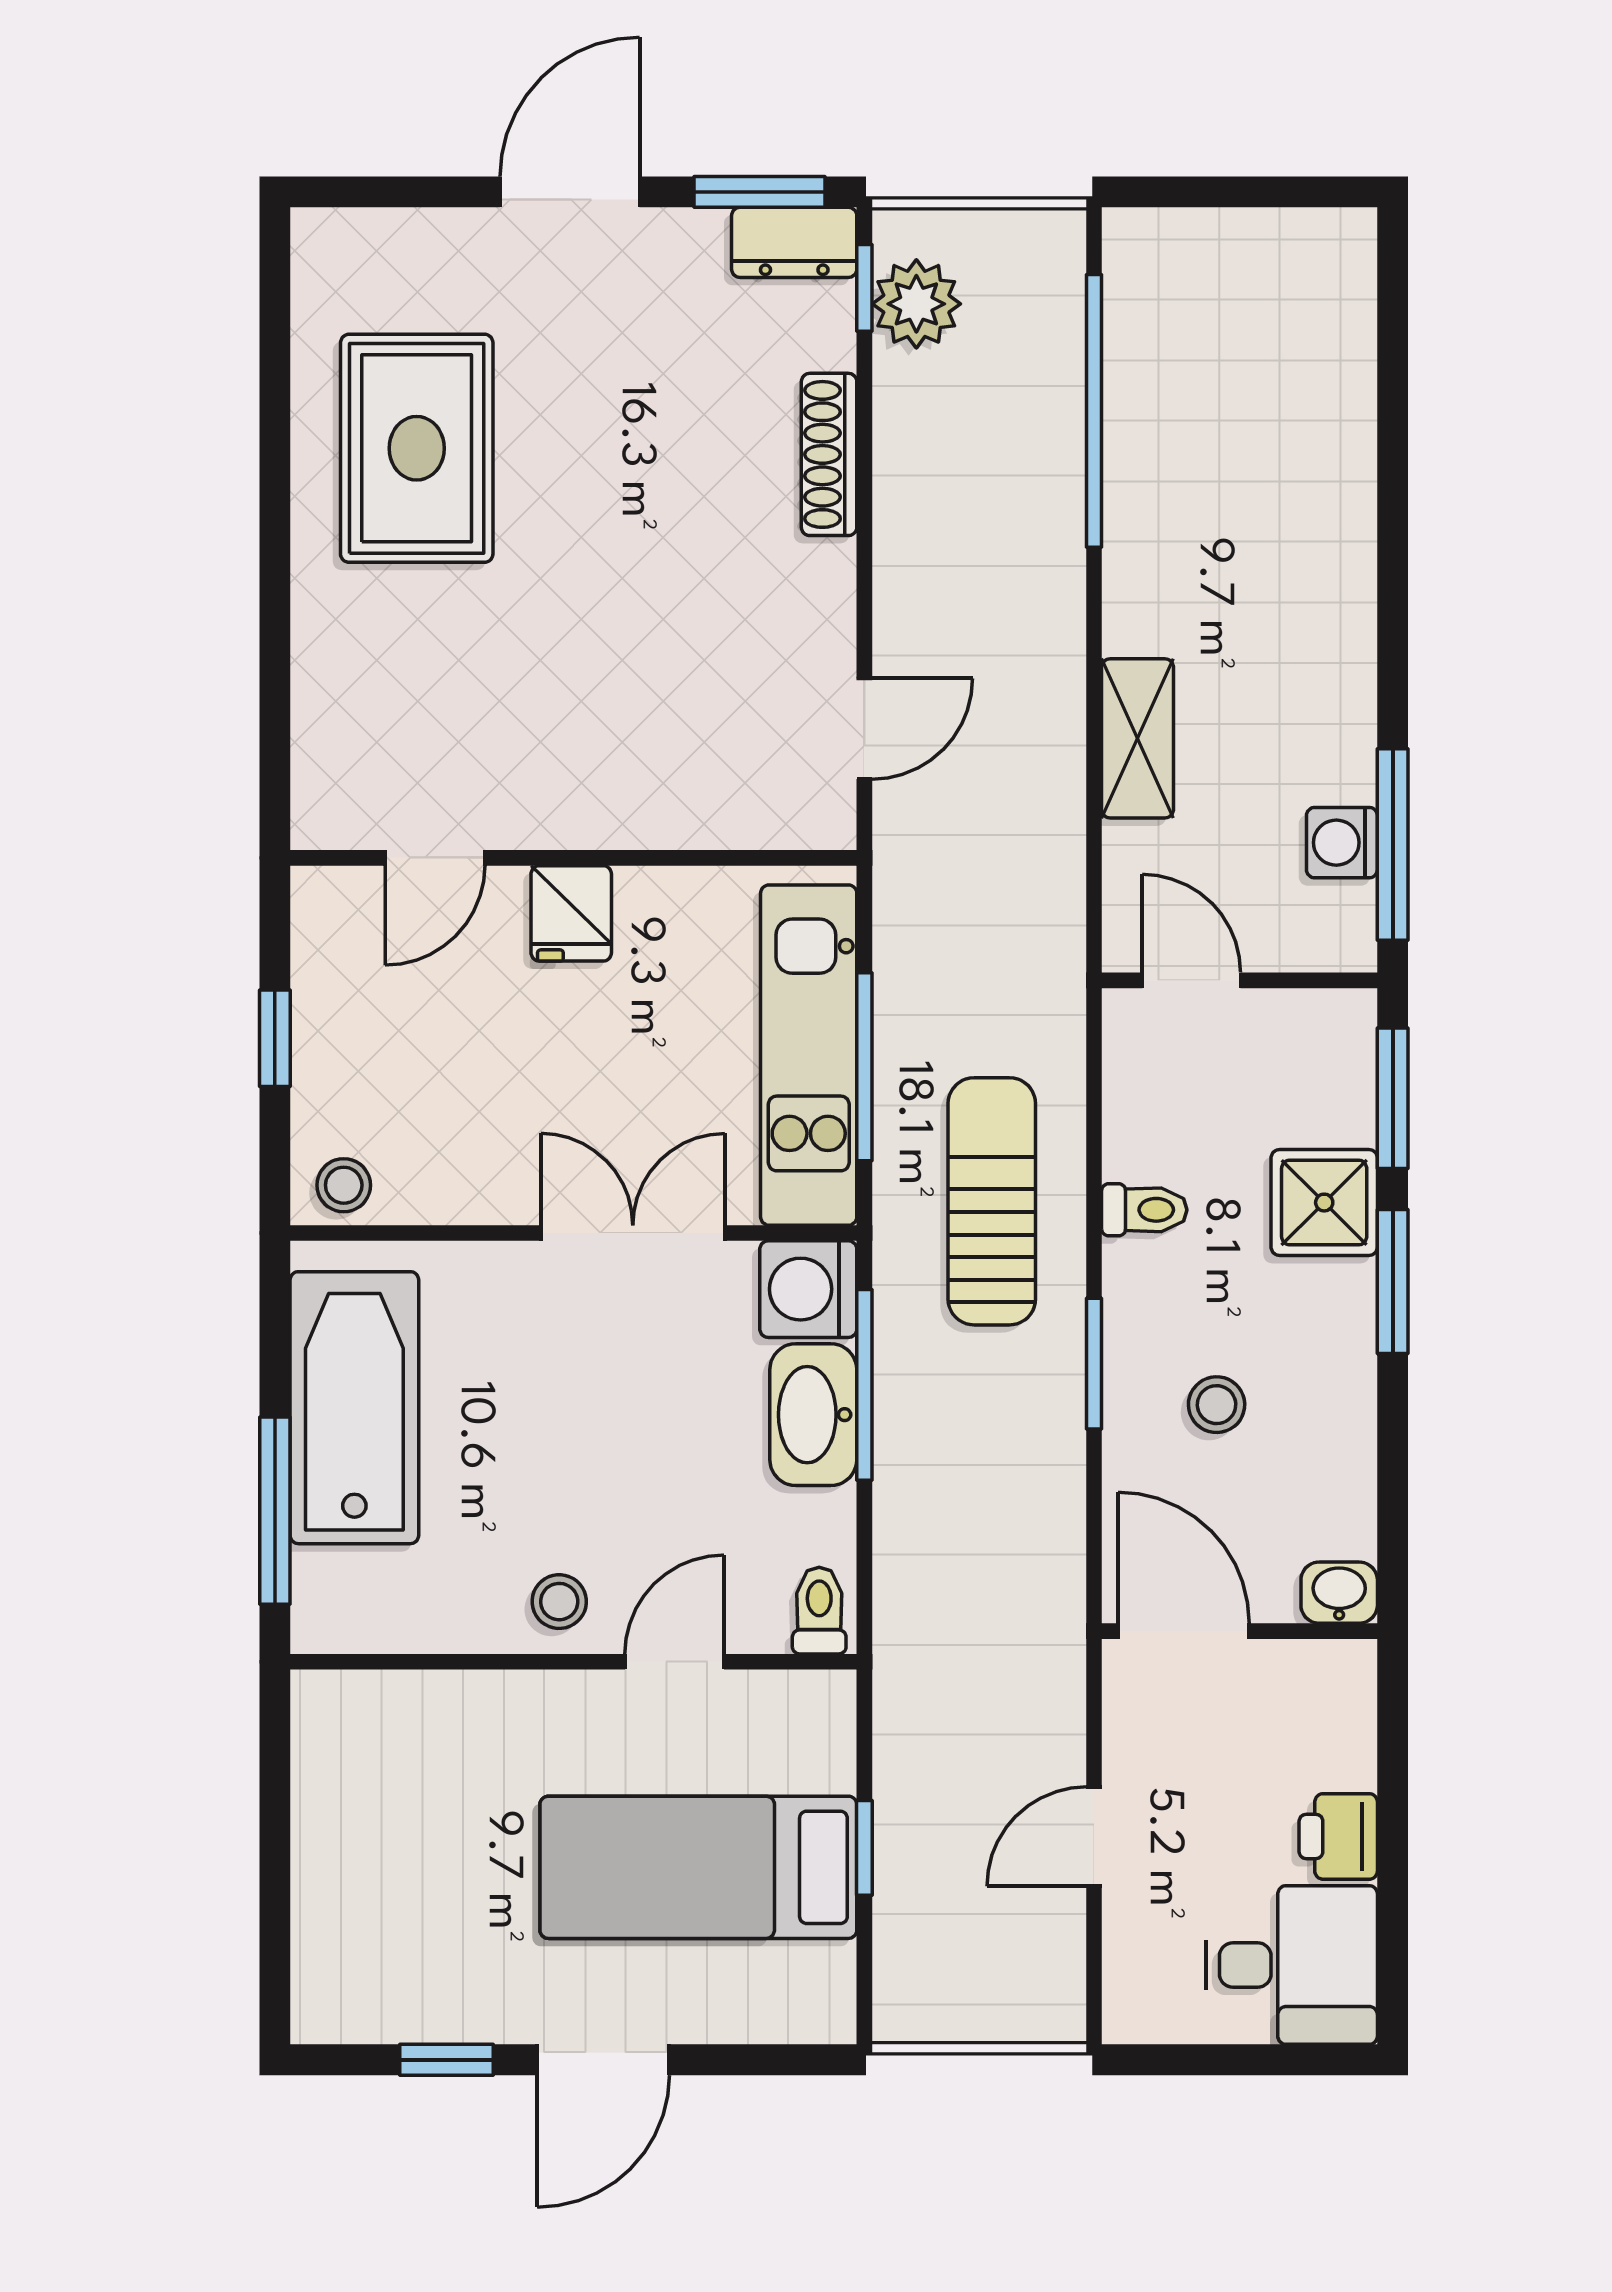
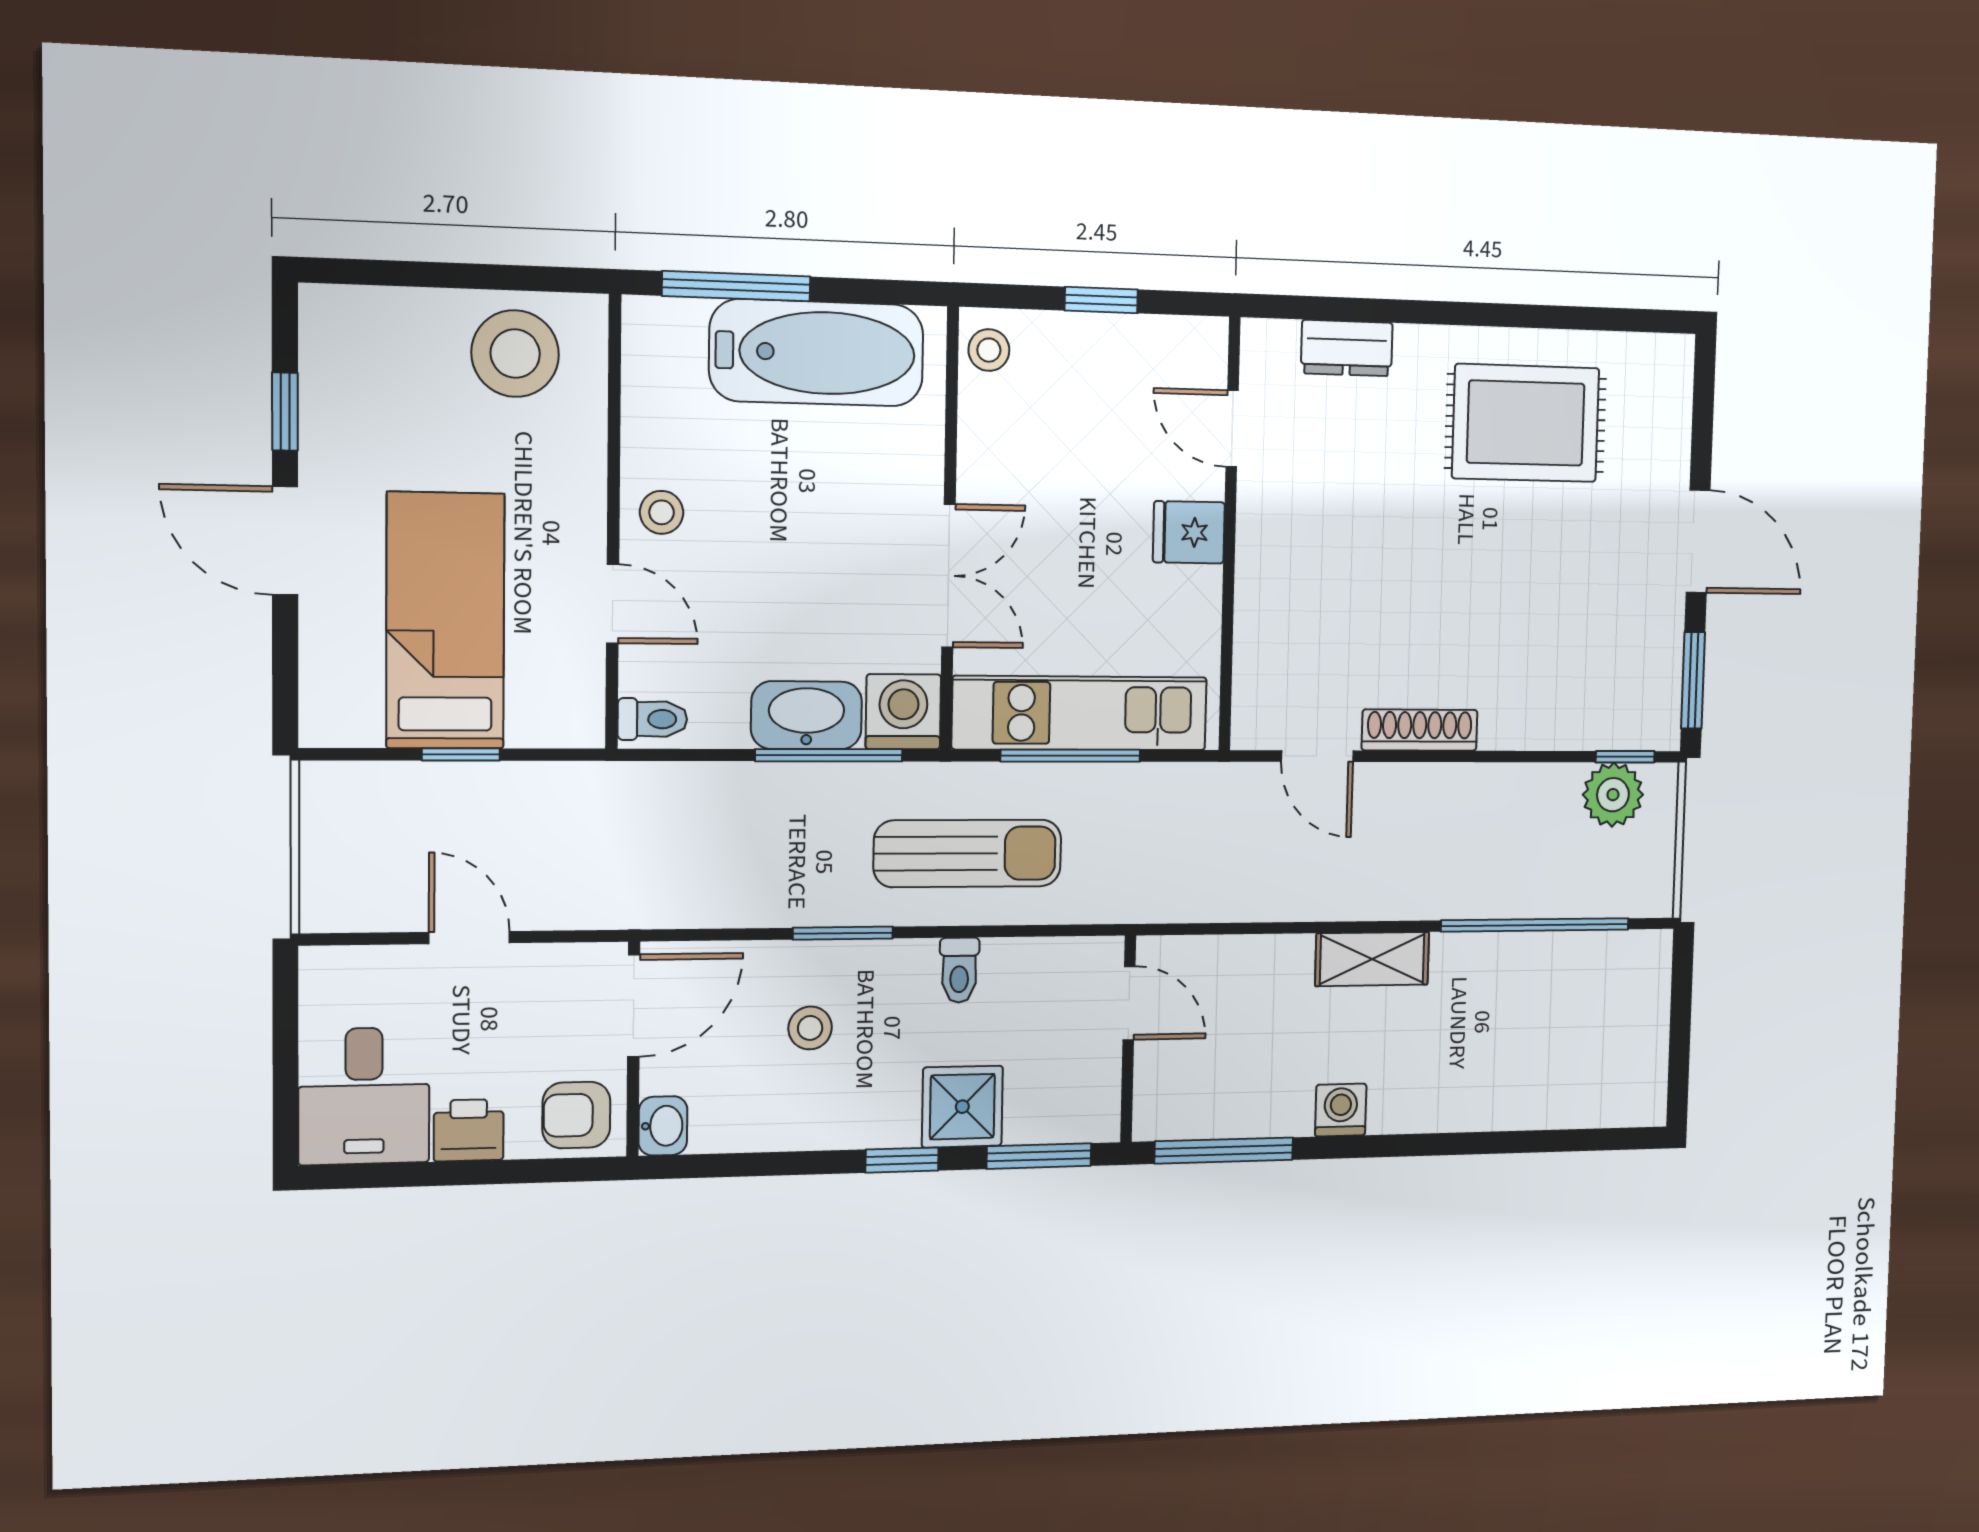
dresser: (794, 242) -> (1347, 348), moved, turned -90
shoe rack: (829, 454) -> (1420, 730), moved
shelving: (1138, 738) -> (1372, 959), moved
washing machine: (1342, 843) -> (1341, 1110), moved
door: (1191, 980) -> (1129, 1003), hinge flipped
window: (1393, 1282) -> (902, 1160), width x0.67
armchair: (1322, 1702) -> (576, 1115), added
stool: (368, 1784) -> (515, 354), added

